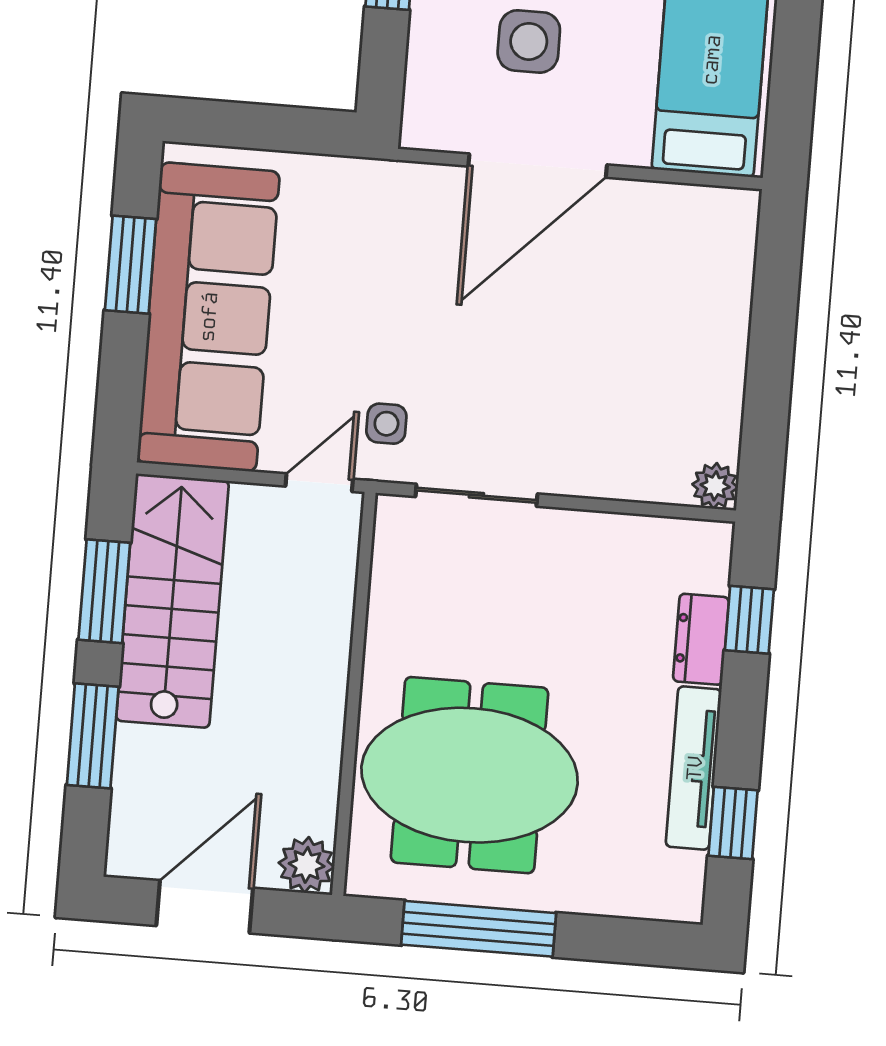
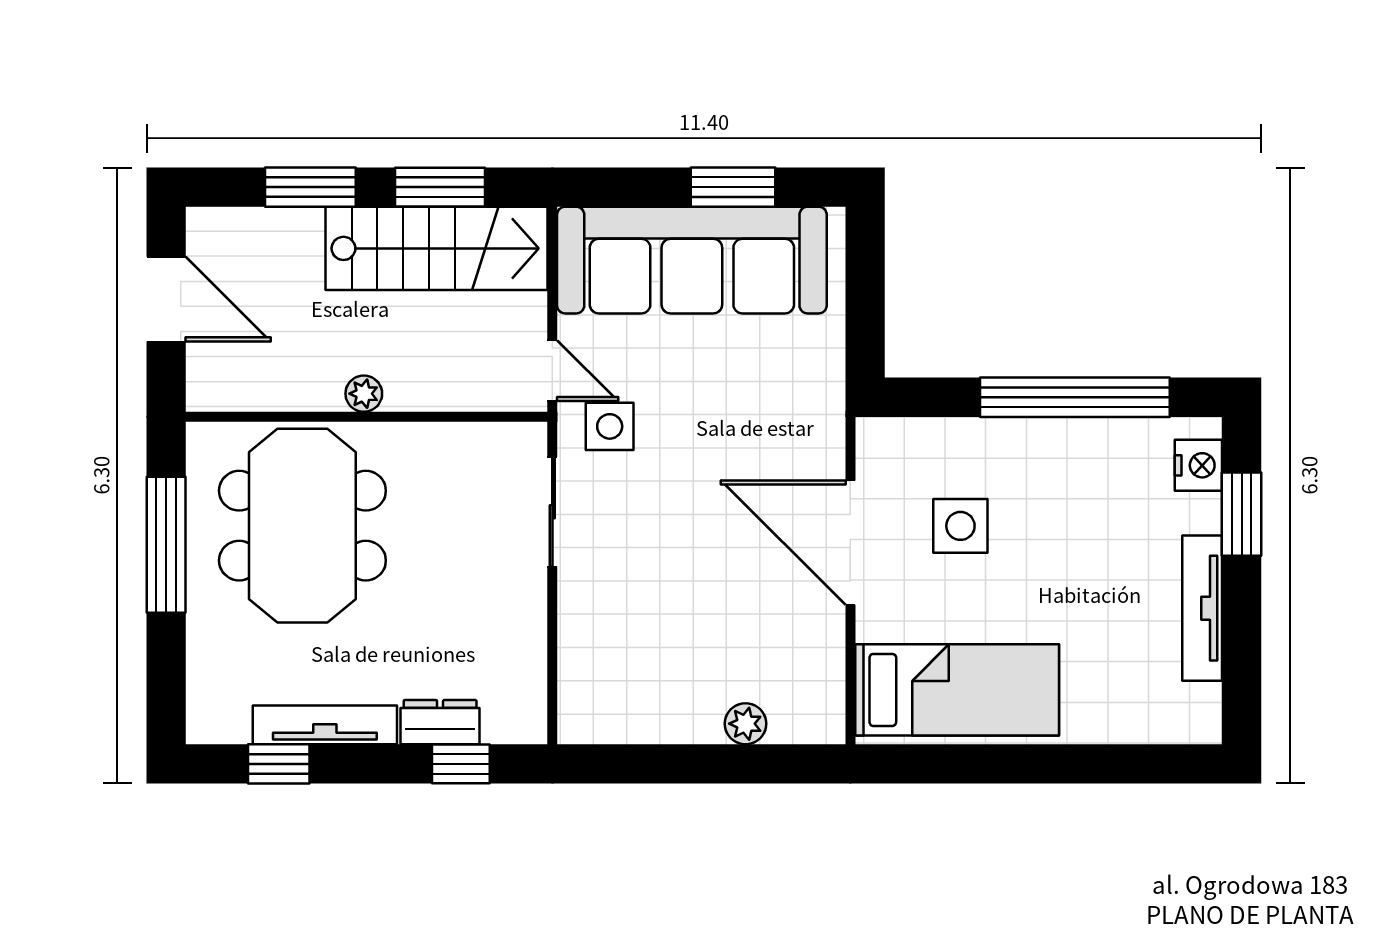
side table: (386, 424) -> (610, 426), width x1.37, depth x1.37
plant: (715, 486) -> (745, 724), moved
plant: (307, 865) -> (364, 394), moved, width x0.73, depth x0.73

